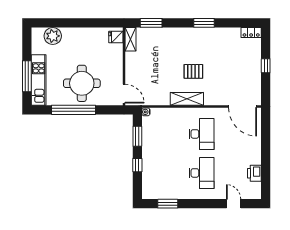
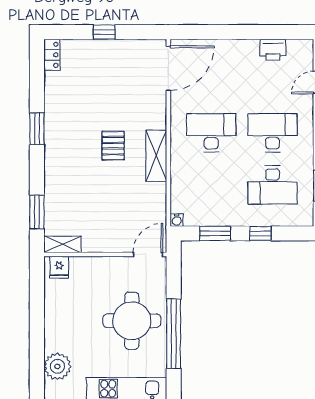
desk: (168, 173) -> (273, 185), added

